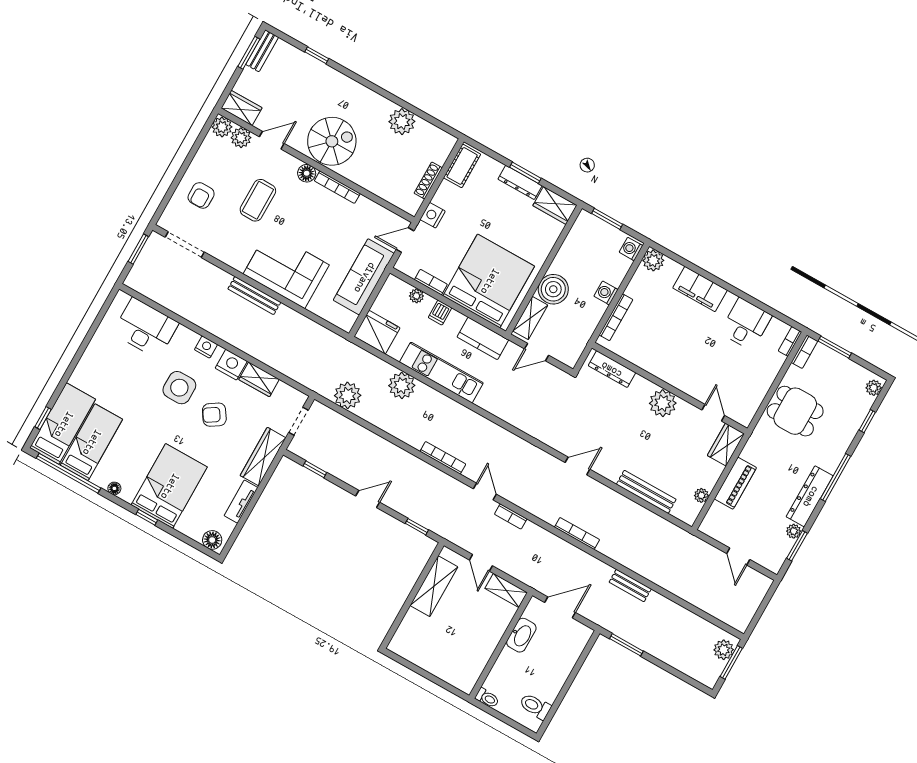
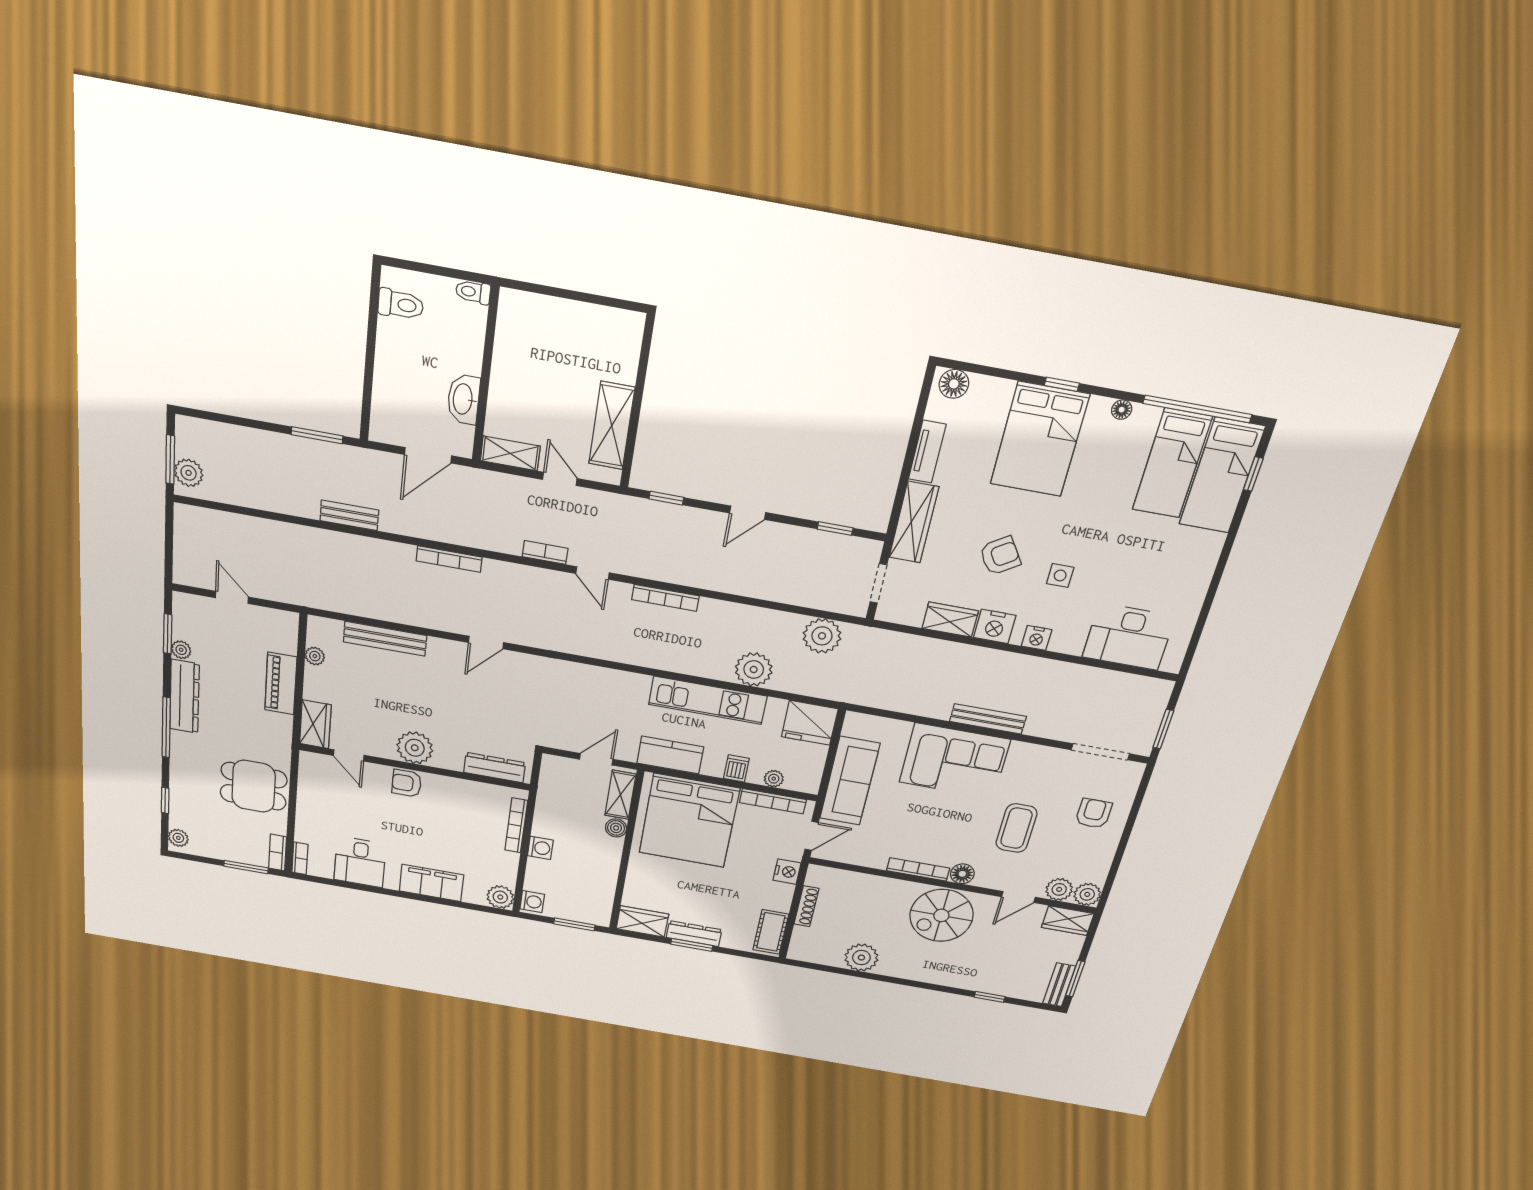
bookcase: (431, 282) -> (773, 801), width x1.56
boiler: (553, 289) -> (616, 828), width x0.54, depth x0.54
armchair: (681, 377) -> (407, 783), added
side table: (179, 388) -> (1060, 575), width x0.54, depth x0.54

